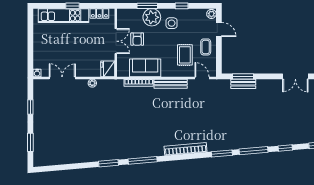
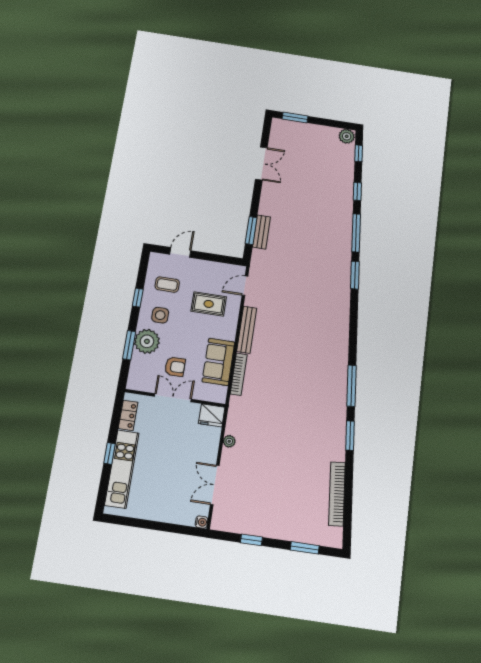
plant: (211, 14) -> (157, 259), removed
coffee table: (206, 47) -> (167, 285), moved
bookcase: (186, 149) -> (337, 494), moved

